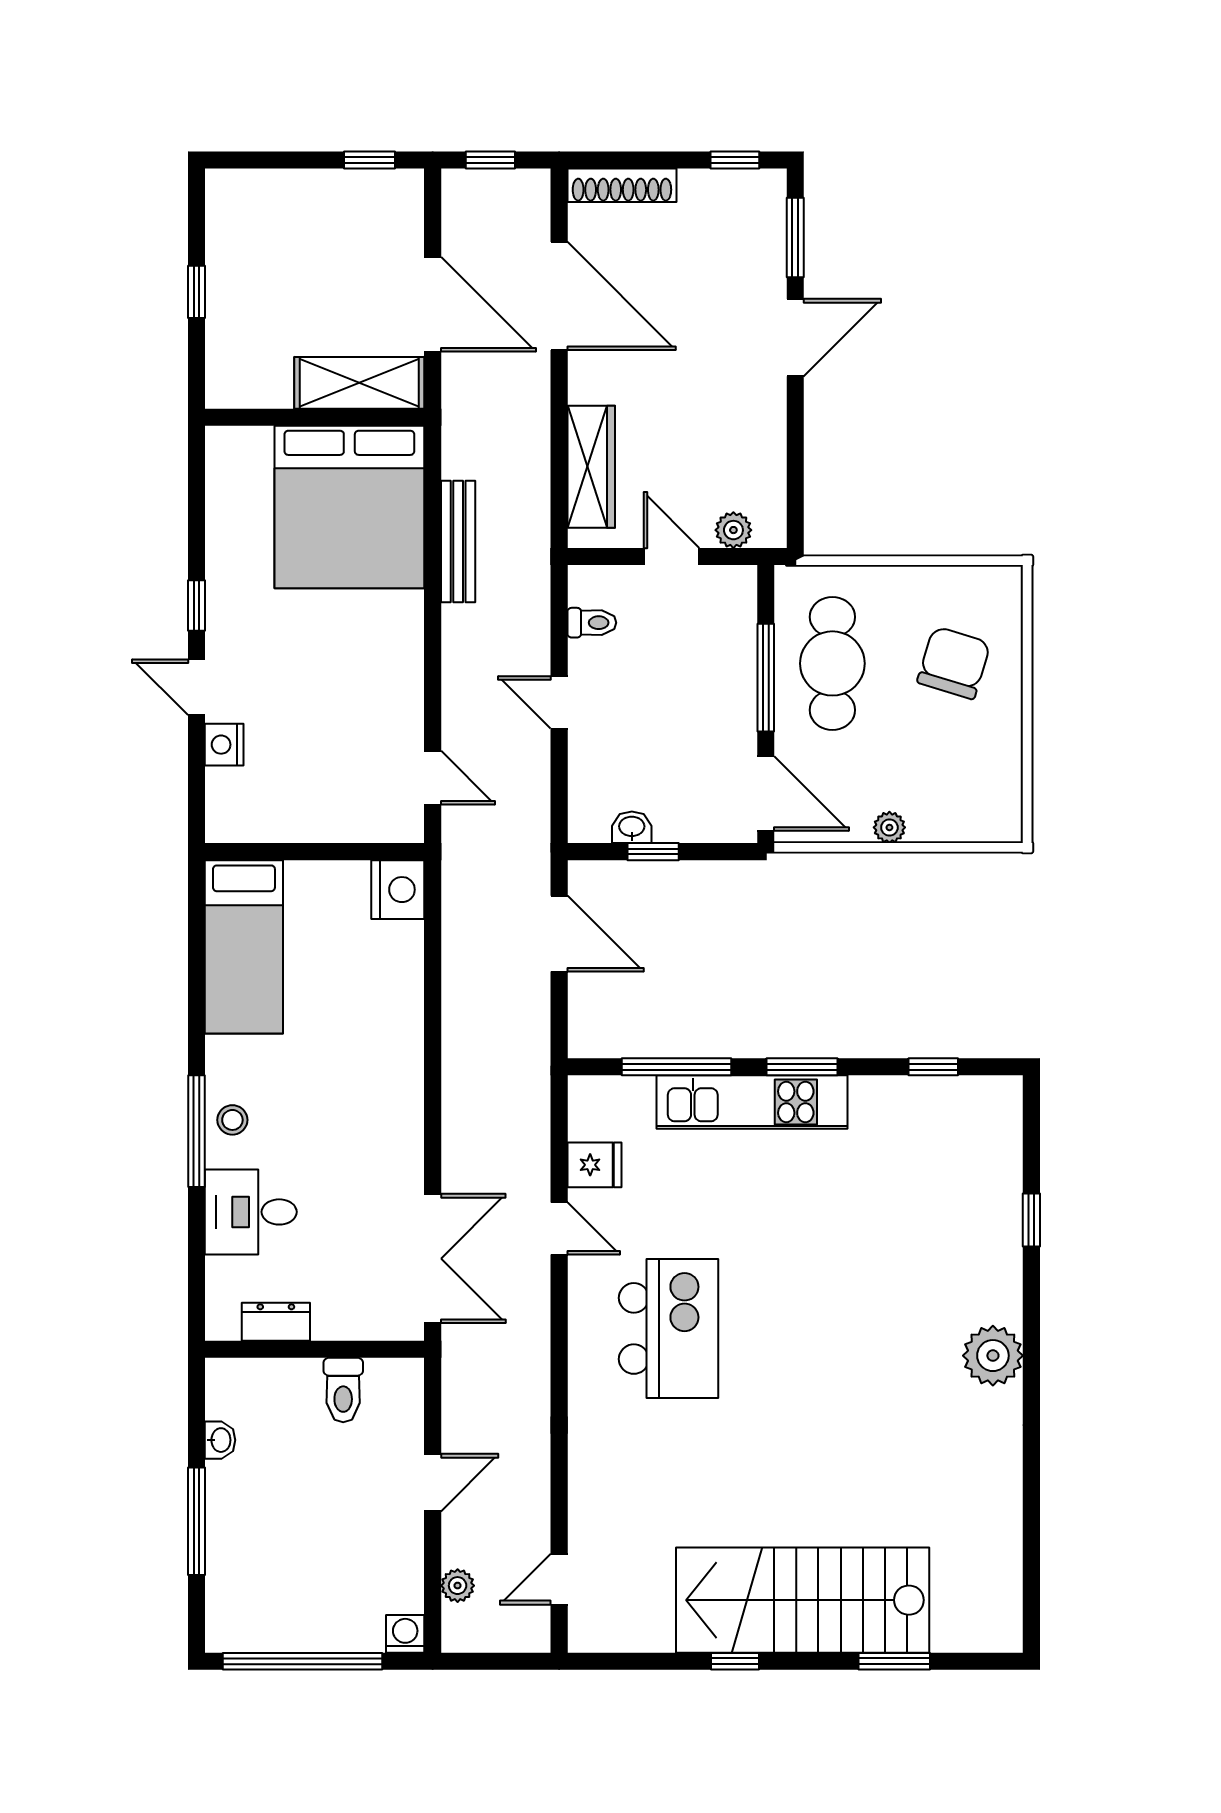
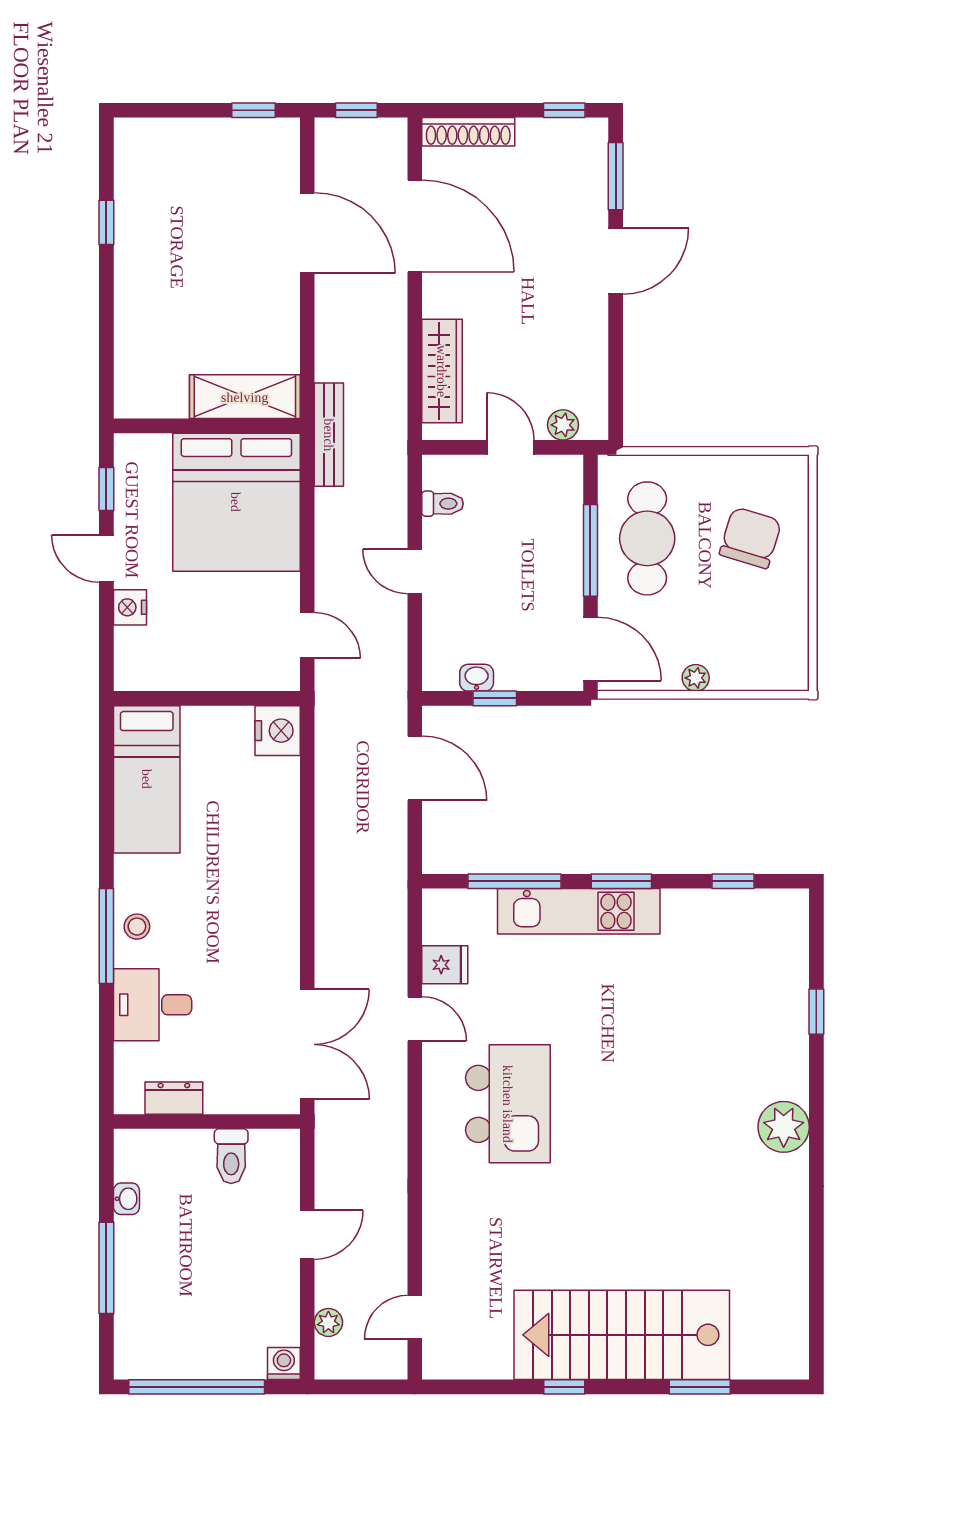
shelving: (359, 383) -> (245, 397), moved
wall: (315, 417) -> (207, 426), moved
bed: (349, 507) -> (236, 502), moved

